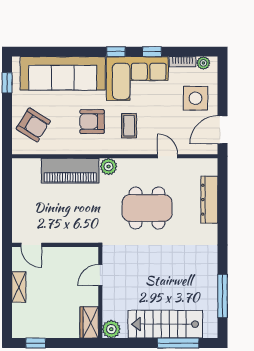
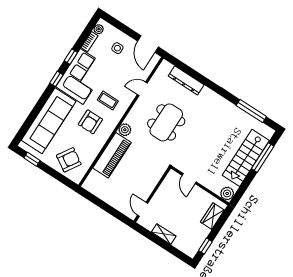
side table: (196, 98) -> (117, 48), width x0.54, depth x0.54
door: (31, 245) -> (143, 209), swing flipped
wardrobe: (89, 322) -> (212, 216), moved, turned 90

